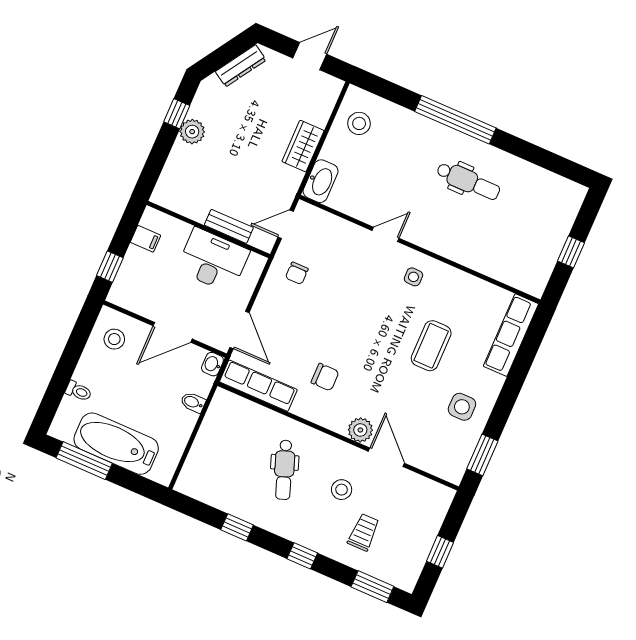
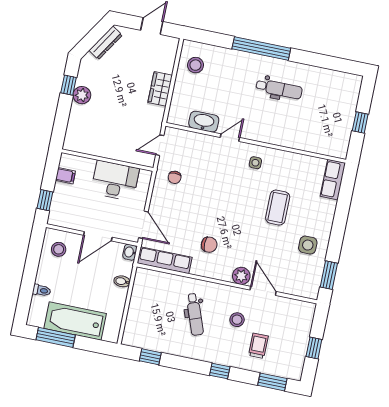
washbasin: (321, 181) -> (204, 122), moved, turned -90
bench: (229, 226) -> (121, 155), removed
row of seats: (511, 335) -> (333, 180), width x0.68
window: (237, 527) -> (150, 357), moved

